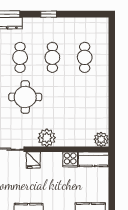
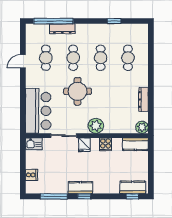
window: (49, 14) -> (114, 21), moved
dresser: (103, 107) -> (144, 99), added
cooker: (70, 159) -> (106, 144), moved

